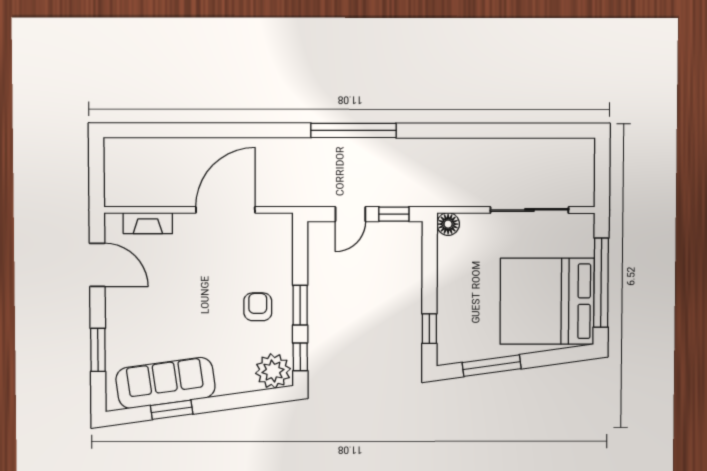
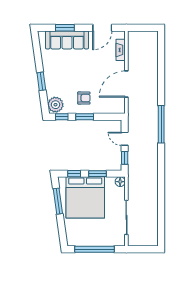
window: (353, 130) -> (161, 124), moved
door: (225, 210) -> (126, 84), swing flipped
window: (430, 276) -> (97, 174), added
bed: (547, 301) -> (85, 197), moved, turned 180
sofa: (165, 383) -> (67, 40), moved, turned 98
window: (172, 410) -> (41, 81), moved

